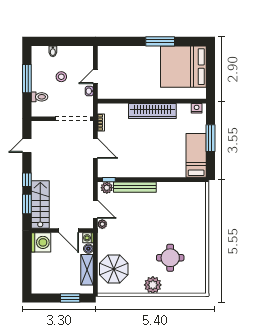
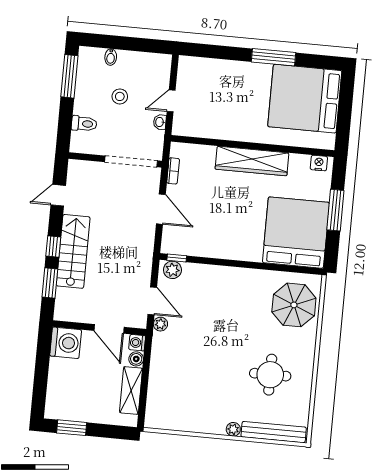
window: (27, 79) -> (69, 76), moved
bed: (196, 155) -> (296, 233), width x2.04
bench: (135, 187) -> (274, 432), moved
stairs: (40, 204) -> (73, 251), moved
round table: (170, 258) -> (270, 375), moved
parasol: (114, 269) -> (294, 305), moved
plant: (153, 285) -> (233, 429), width x0.53, depth x0.53
window: (70, 298) -> (72, 428), moved

